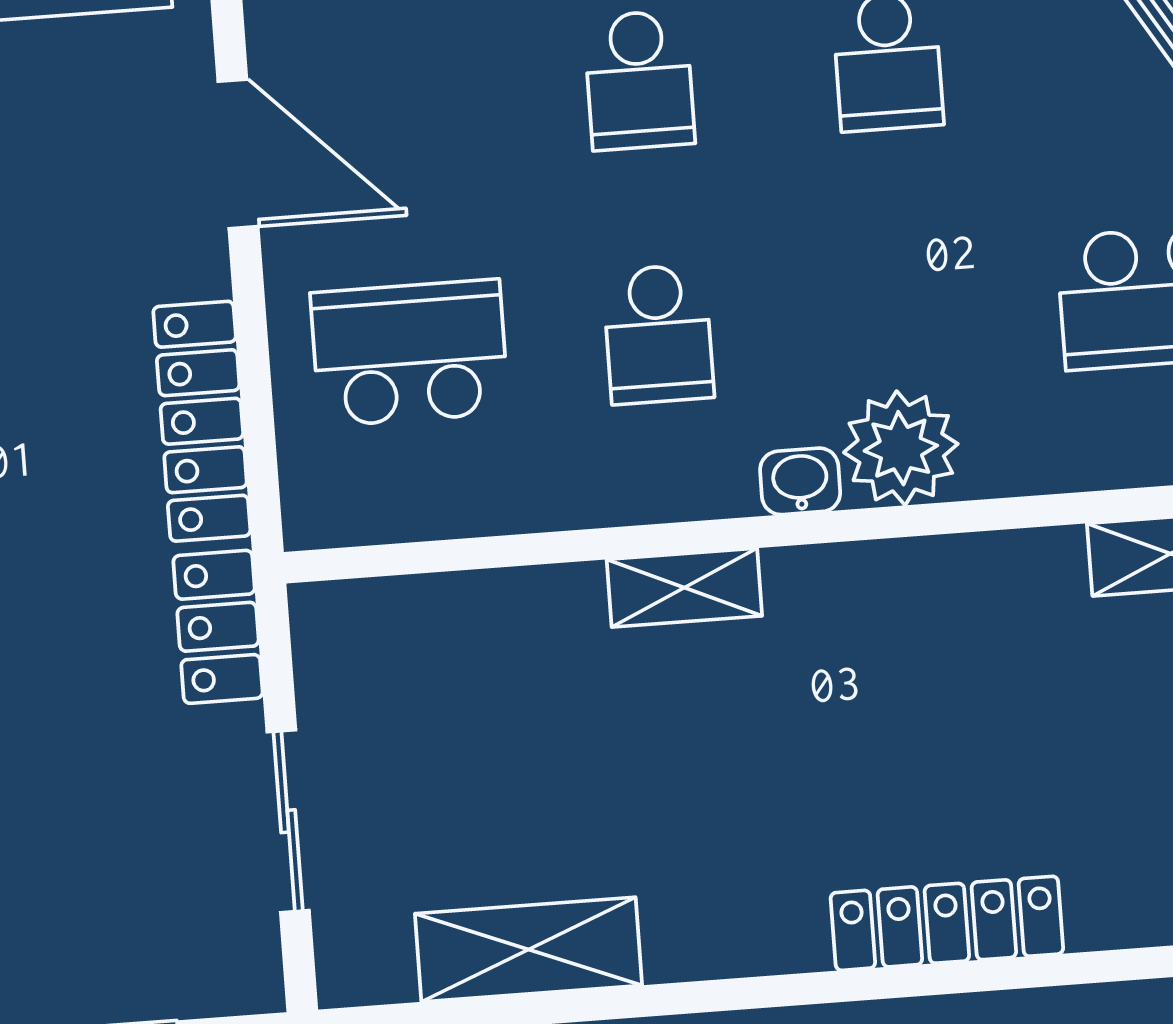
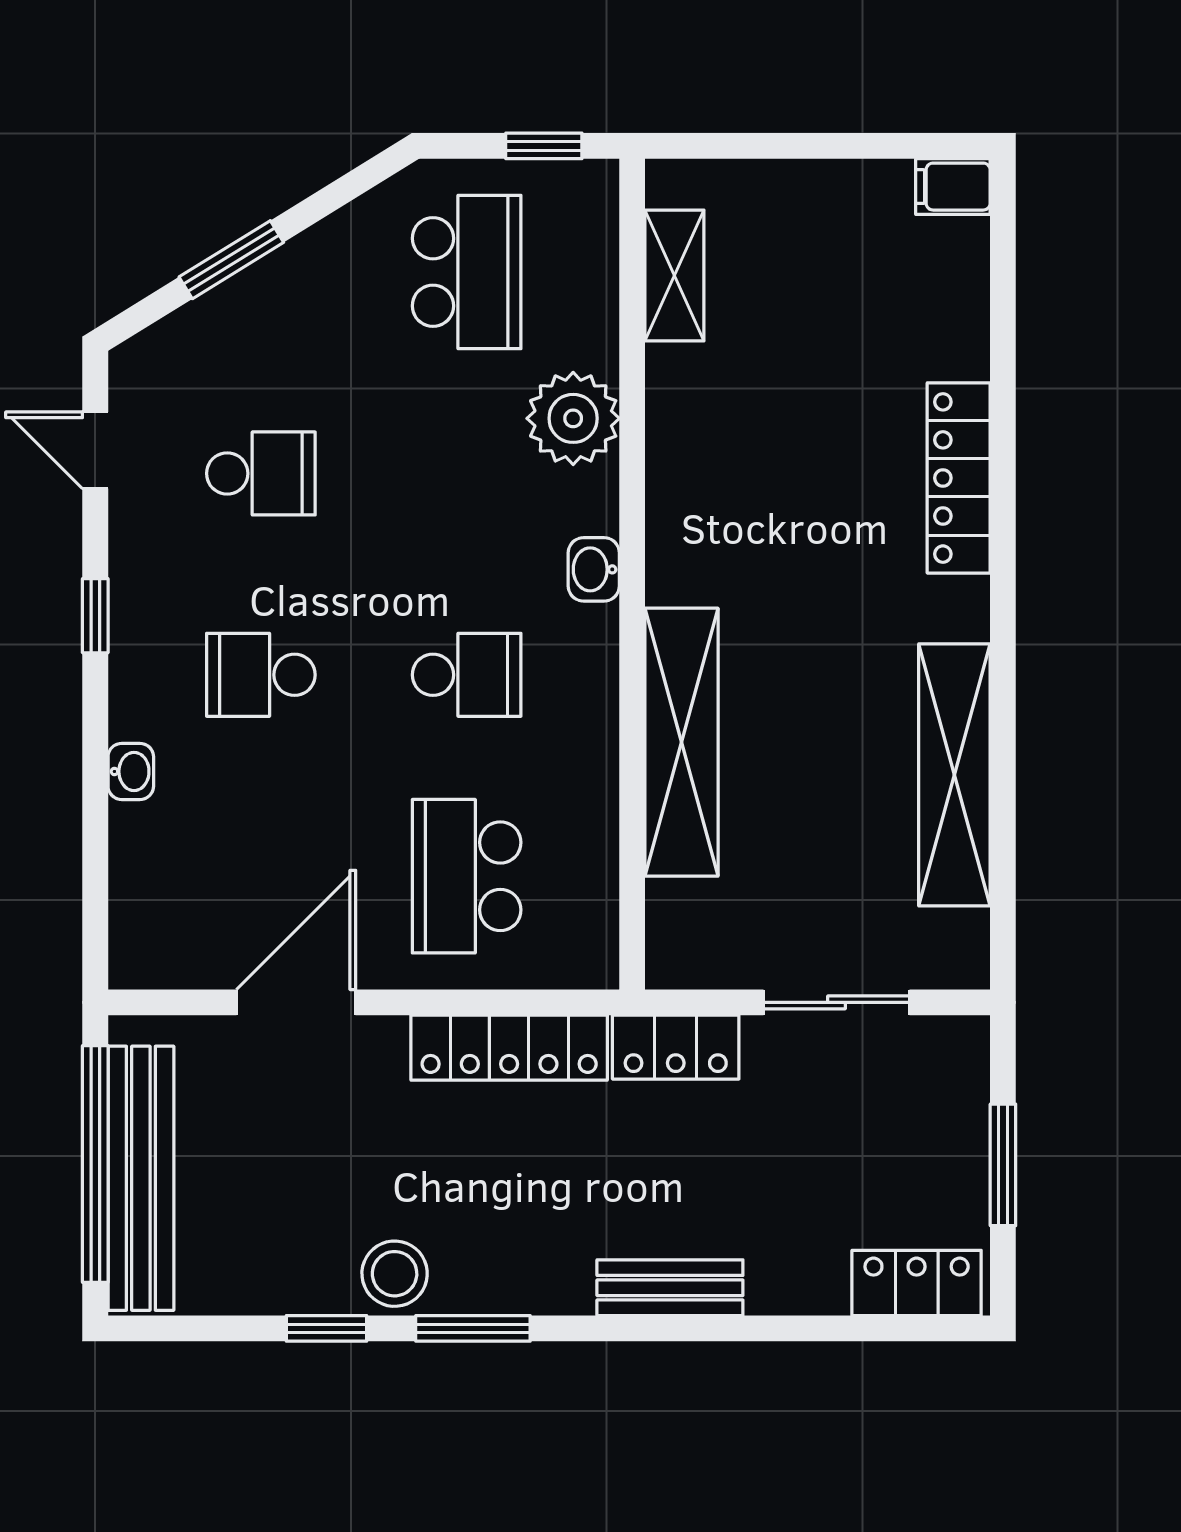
school desk: (639, 80) -> (261, 675), turned 180
plant: (901, 448) -> (573, 418), moved
shelving: (684, 588) -> (682, 742), width x2.20, depth x1.33
shelving: (528, 949) -> (954, 775), width x1.47

